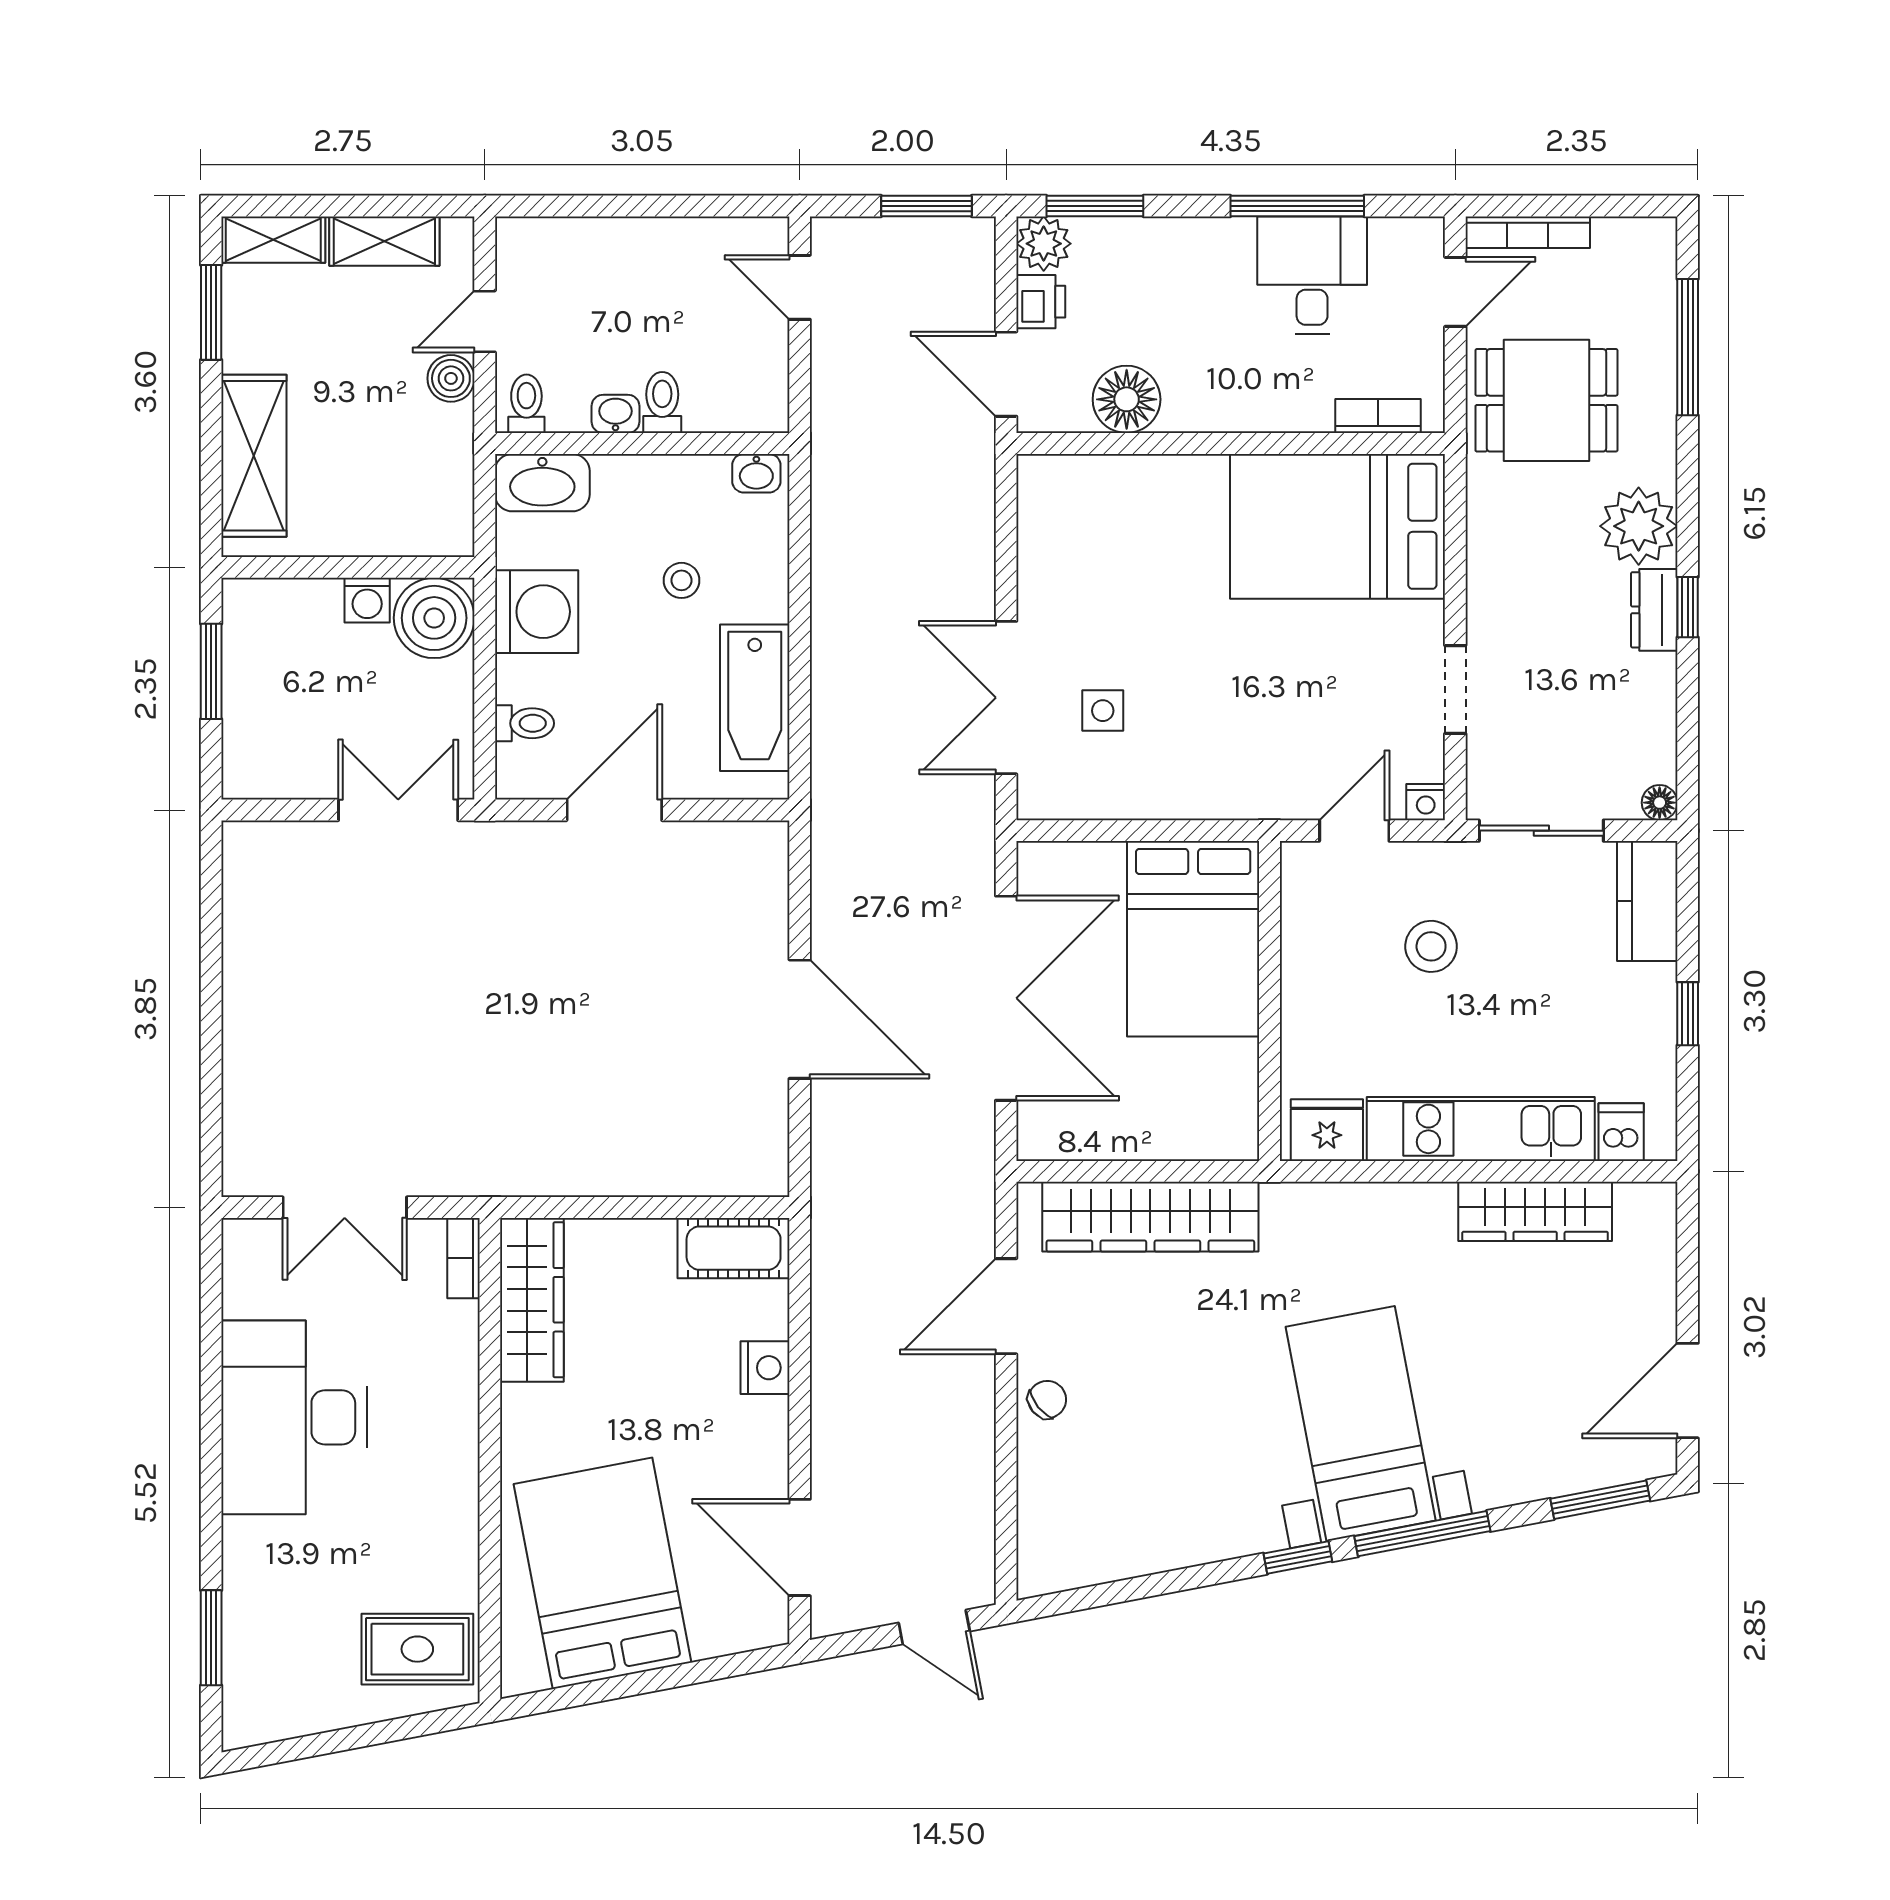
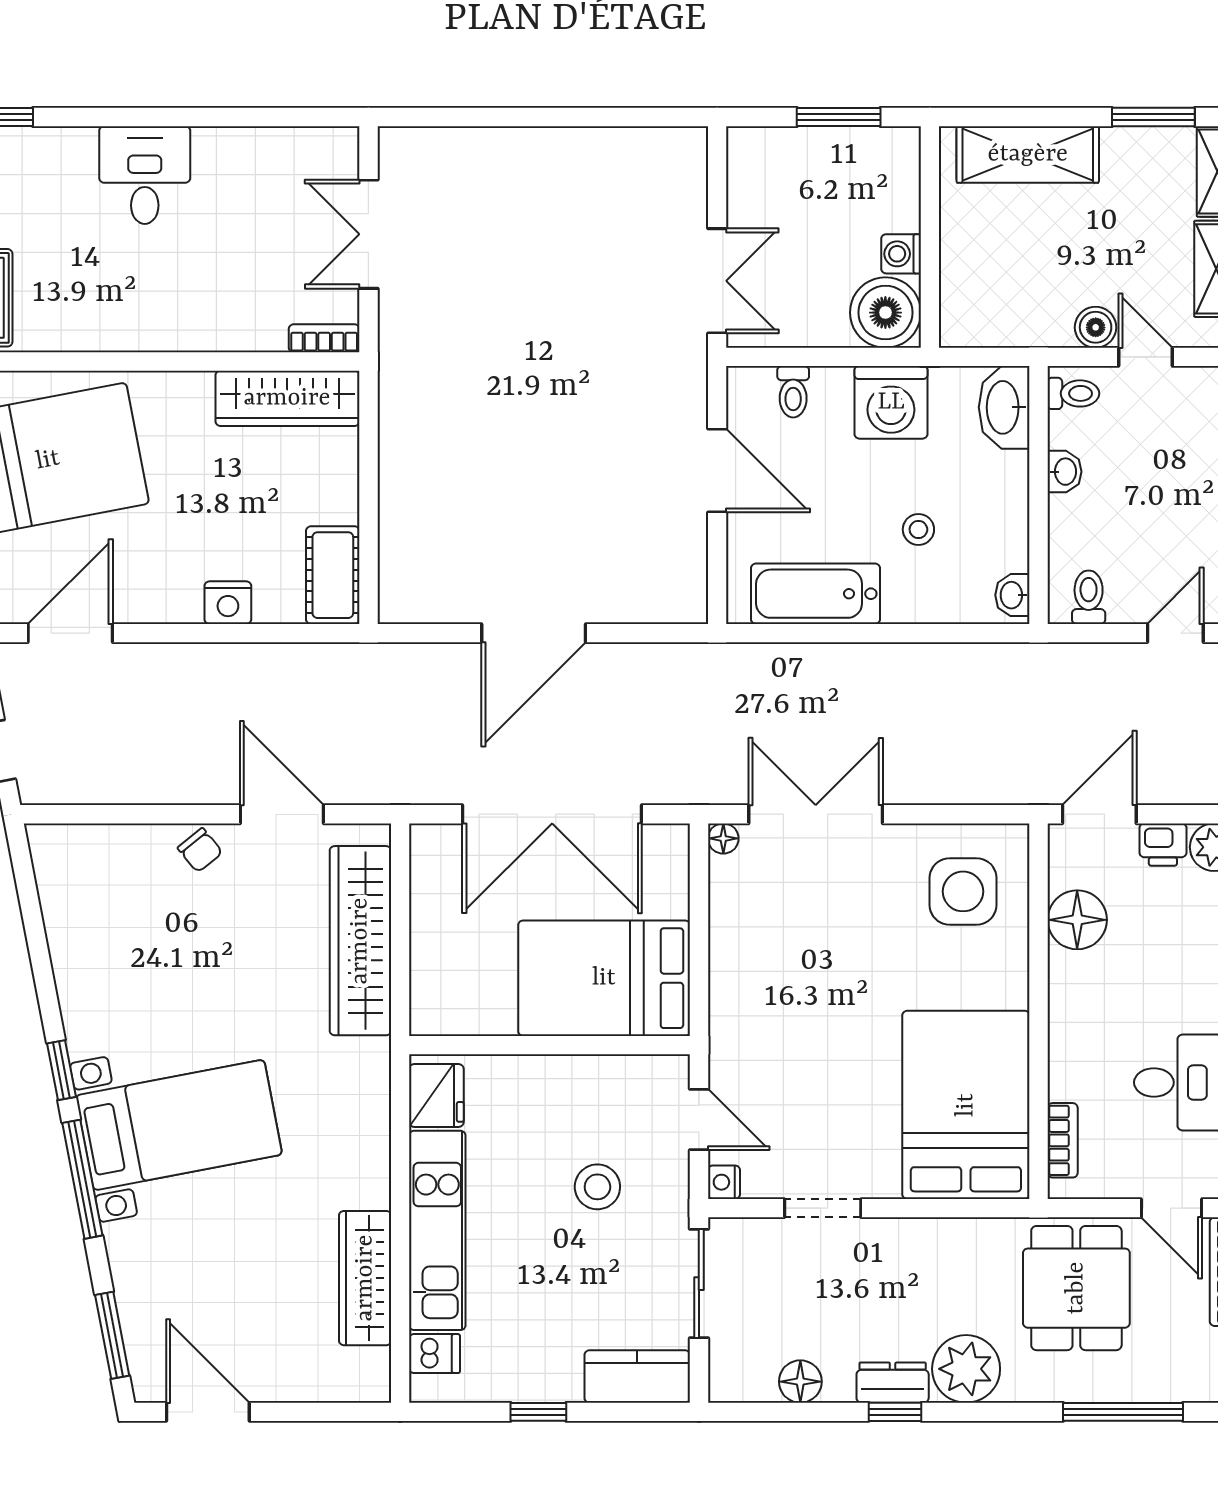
toilet: (662, 402) -> (1089, 597), moved, turned -90
side table: (1103, 711) -> (963, 891), moved, width x1.87, depth x1.87
floor lamp: (1034, 803) -> (723, 838), added
floor lamp: (1660, 803) -> (800, 1382), moved, width x1.37, depth x1.37
desk: (294, 1417) -> (145, 175), width x0.53, depth x0.77

